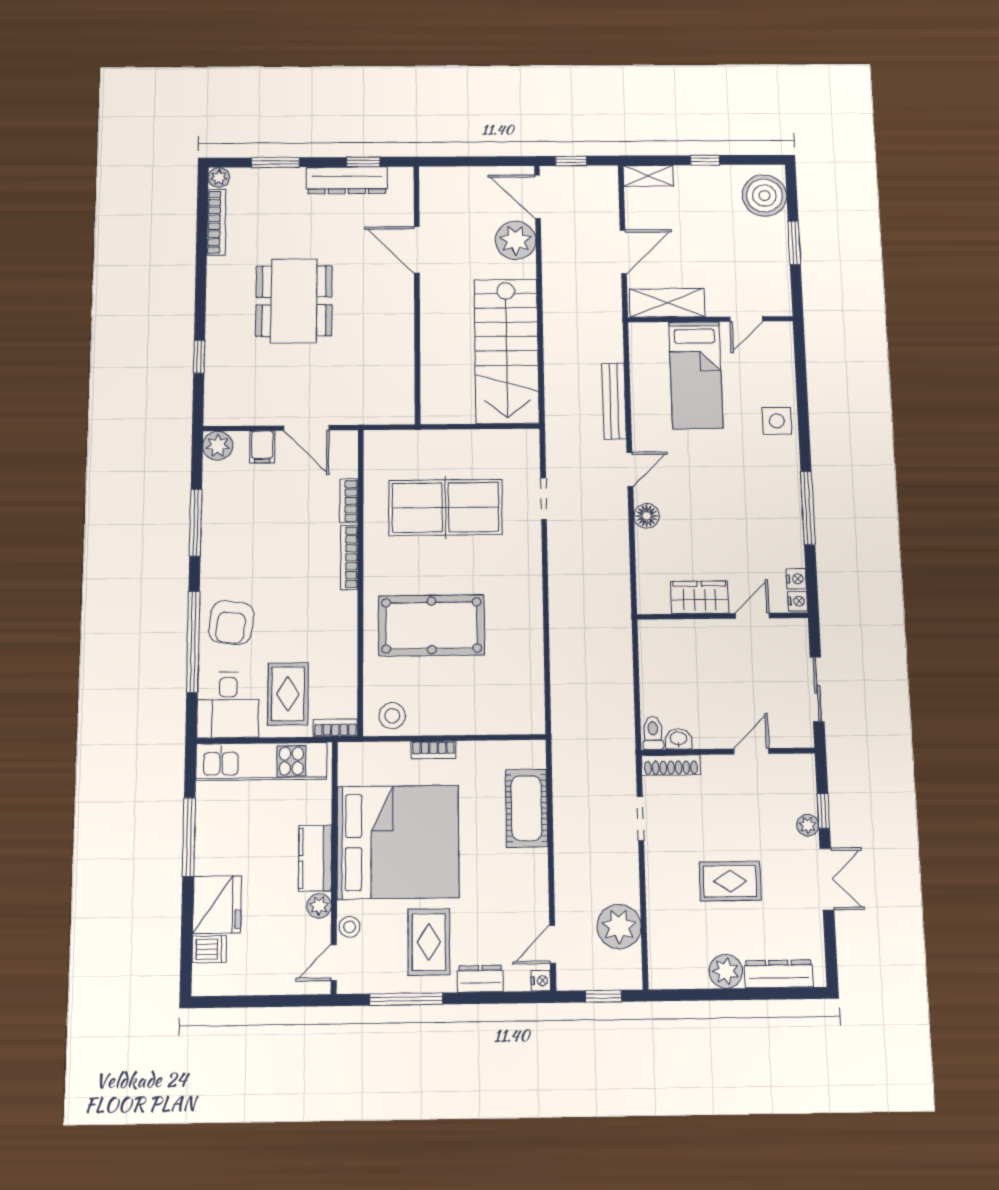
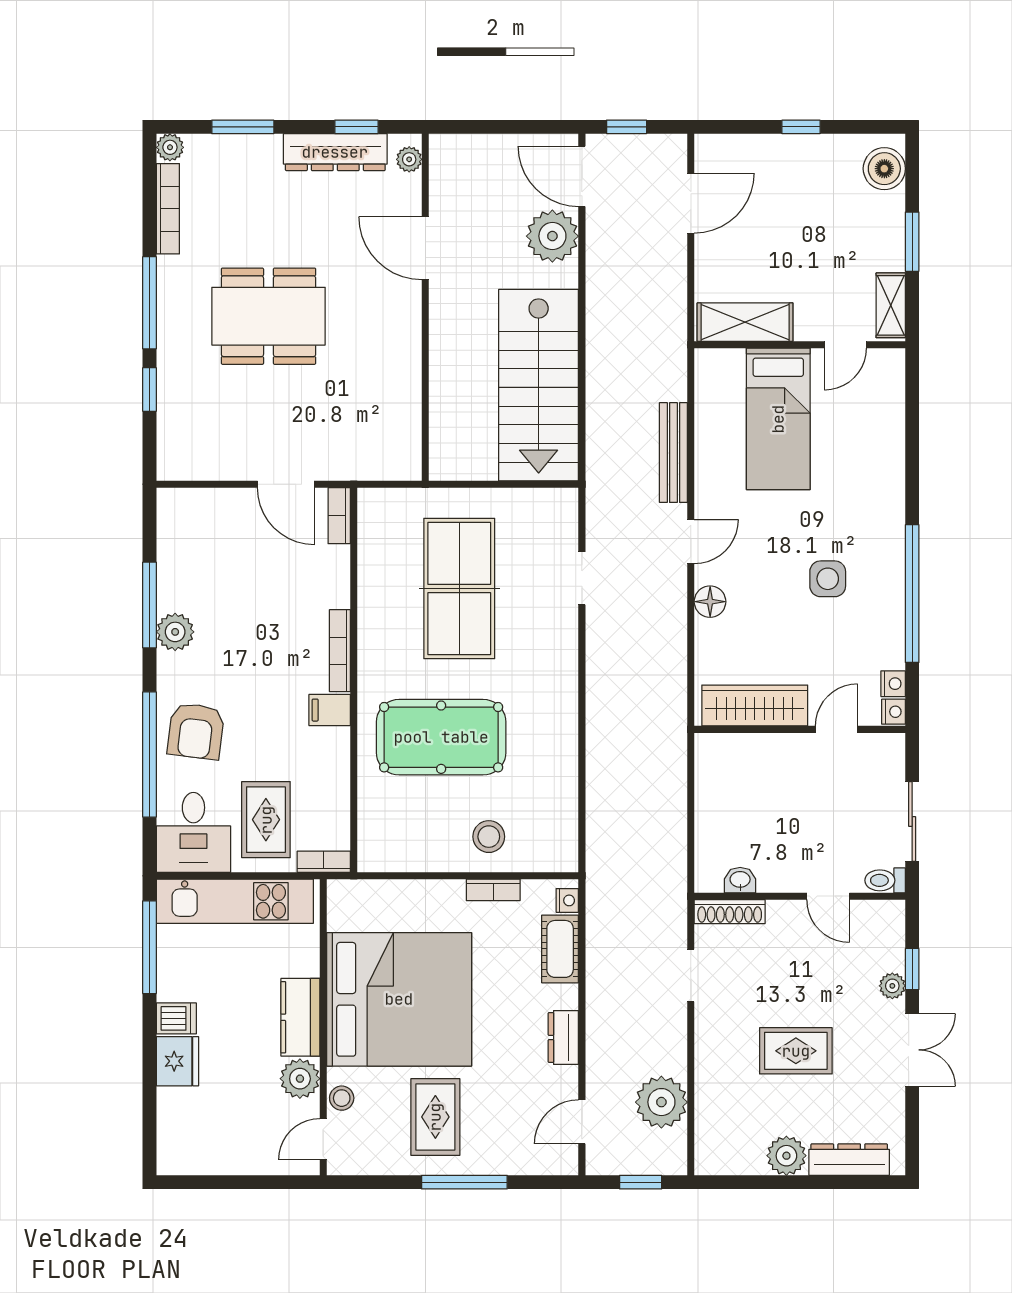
shelving: (648, 176) -> (891, 305), moved, turned 90
plant: (404, 185) -> (409, 159), added
boiler: (764, 195) -> (884, 169), width x0.73, depth x0.73
door: (623, 252) -> (691, 203), moved
window: (201, 292) -> (150, 303), added
dining table: (294, 301) -> (268, 316), turned 90
side table: (777, 421) -> (828, 579), moved
plant: (218, 446) -> (175, 632), moved
filing cabinet: (262, 447) -> (330, 710), moved, turned 90
bookcase: (349, 501) -> (339, 516), moved
table tennis table: (445, 507) -> (459, 589), turned 90
window: (808, 508) -> (912, 594), width x1.46
wardrobe: (700, 597) -> (755, 706), width x1.50
stool: (392, 716) -> (489, 837), moved
toilet: (653, 733) -> (885, 880), moved, turned -90
bookcase: (434, 750) -> (493, 890), moved
door: (751, 751) -> (828, 896), swing flipped
cot: (526, 808) -> (560, 949), width x0.73, depth x0.75
window: (189, 837) -> (150, 947), moved
fridge: (217, 905) -> (178, 1061), width x0.73, depth x0.75
plant: (319, 906) -> (300, 1079), width x1.38, depth x1.38
dishwasher: (209, 949) -> (176, 1018), moved
dresser: (480, 979) -> (563, 1037), moved, turned -90
nightstand: (541, 981) -> (567, 900), moved
window: (406, 999) -> (464, 1182), moved

